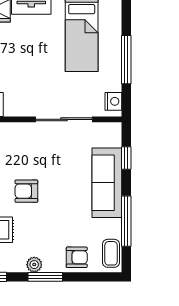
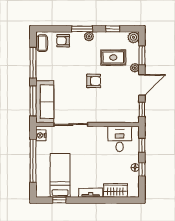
window: (126, 60) -> (33, 161), width x1.46
window: (126, 158) -> (33, 101), width x2.17
sofa: (107, 183) -> (45, 102), moved

